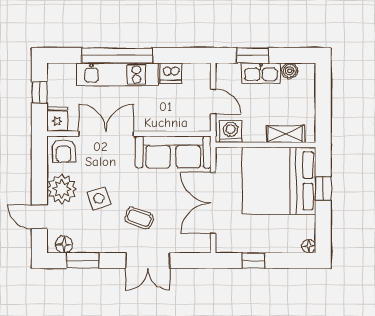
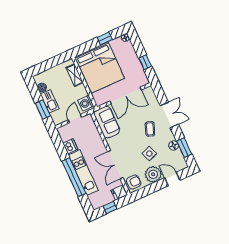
sofa: (173, 152) -> (107, 122), width x0.73
window: (323, 189) -> (105, 38), moved
door: (39, 217) -> (172, 179), swing flipped
floor lamp: (64, 244) -> (174, 145), moved

